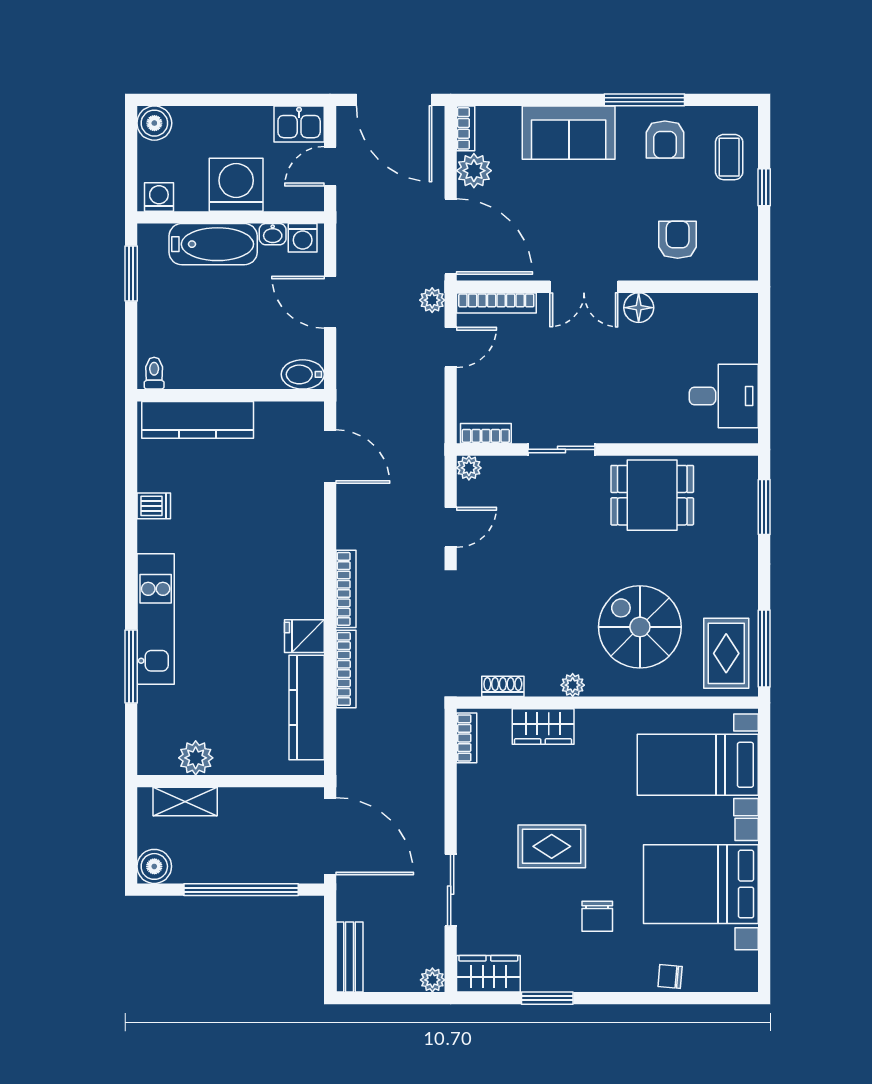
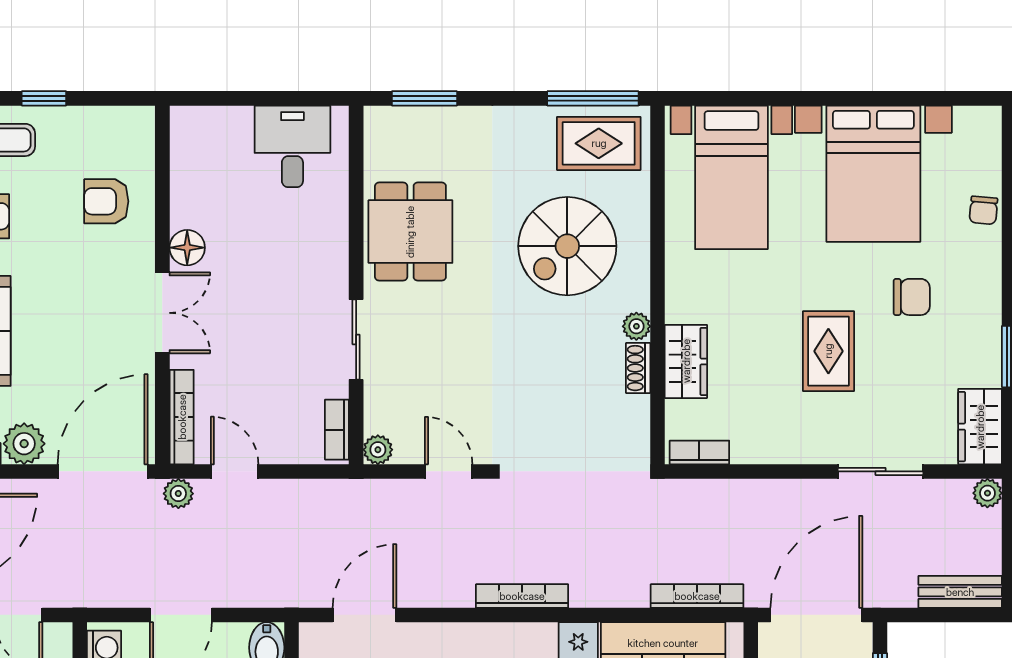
bookcase: (346, 669) -> (697, 596), moved
shoe rack: (503, 686) -> (638, 368), moved

